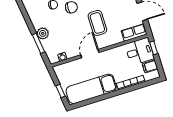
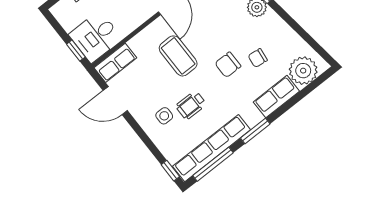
filing cabinet: (150, 66) -> (70, 20), removed

